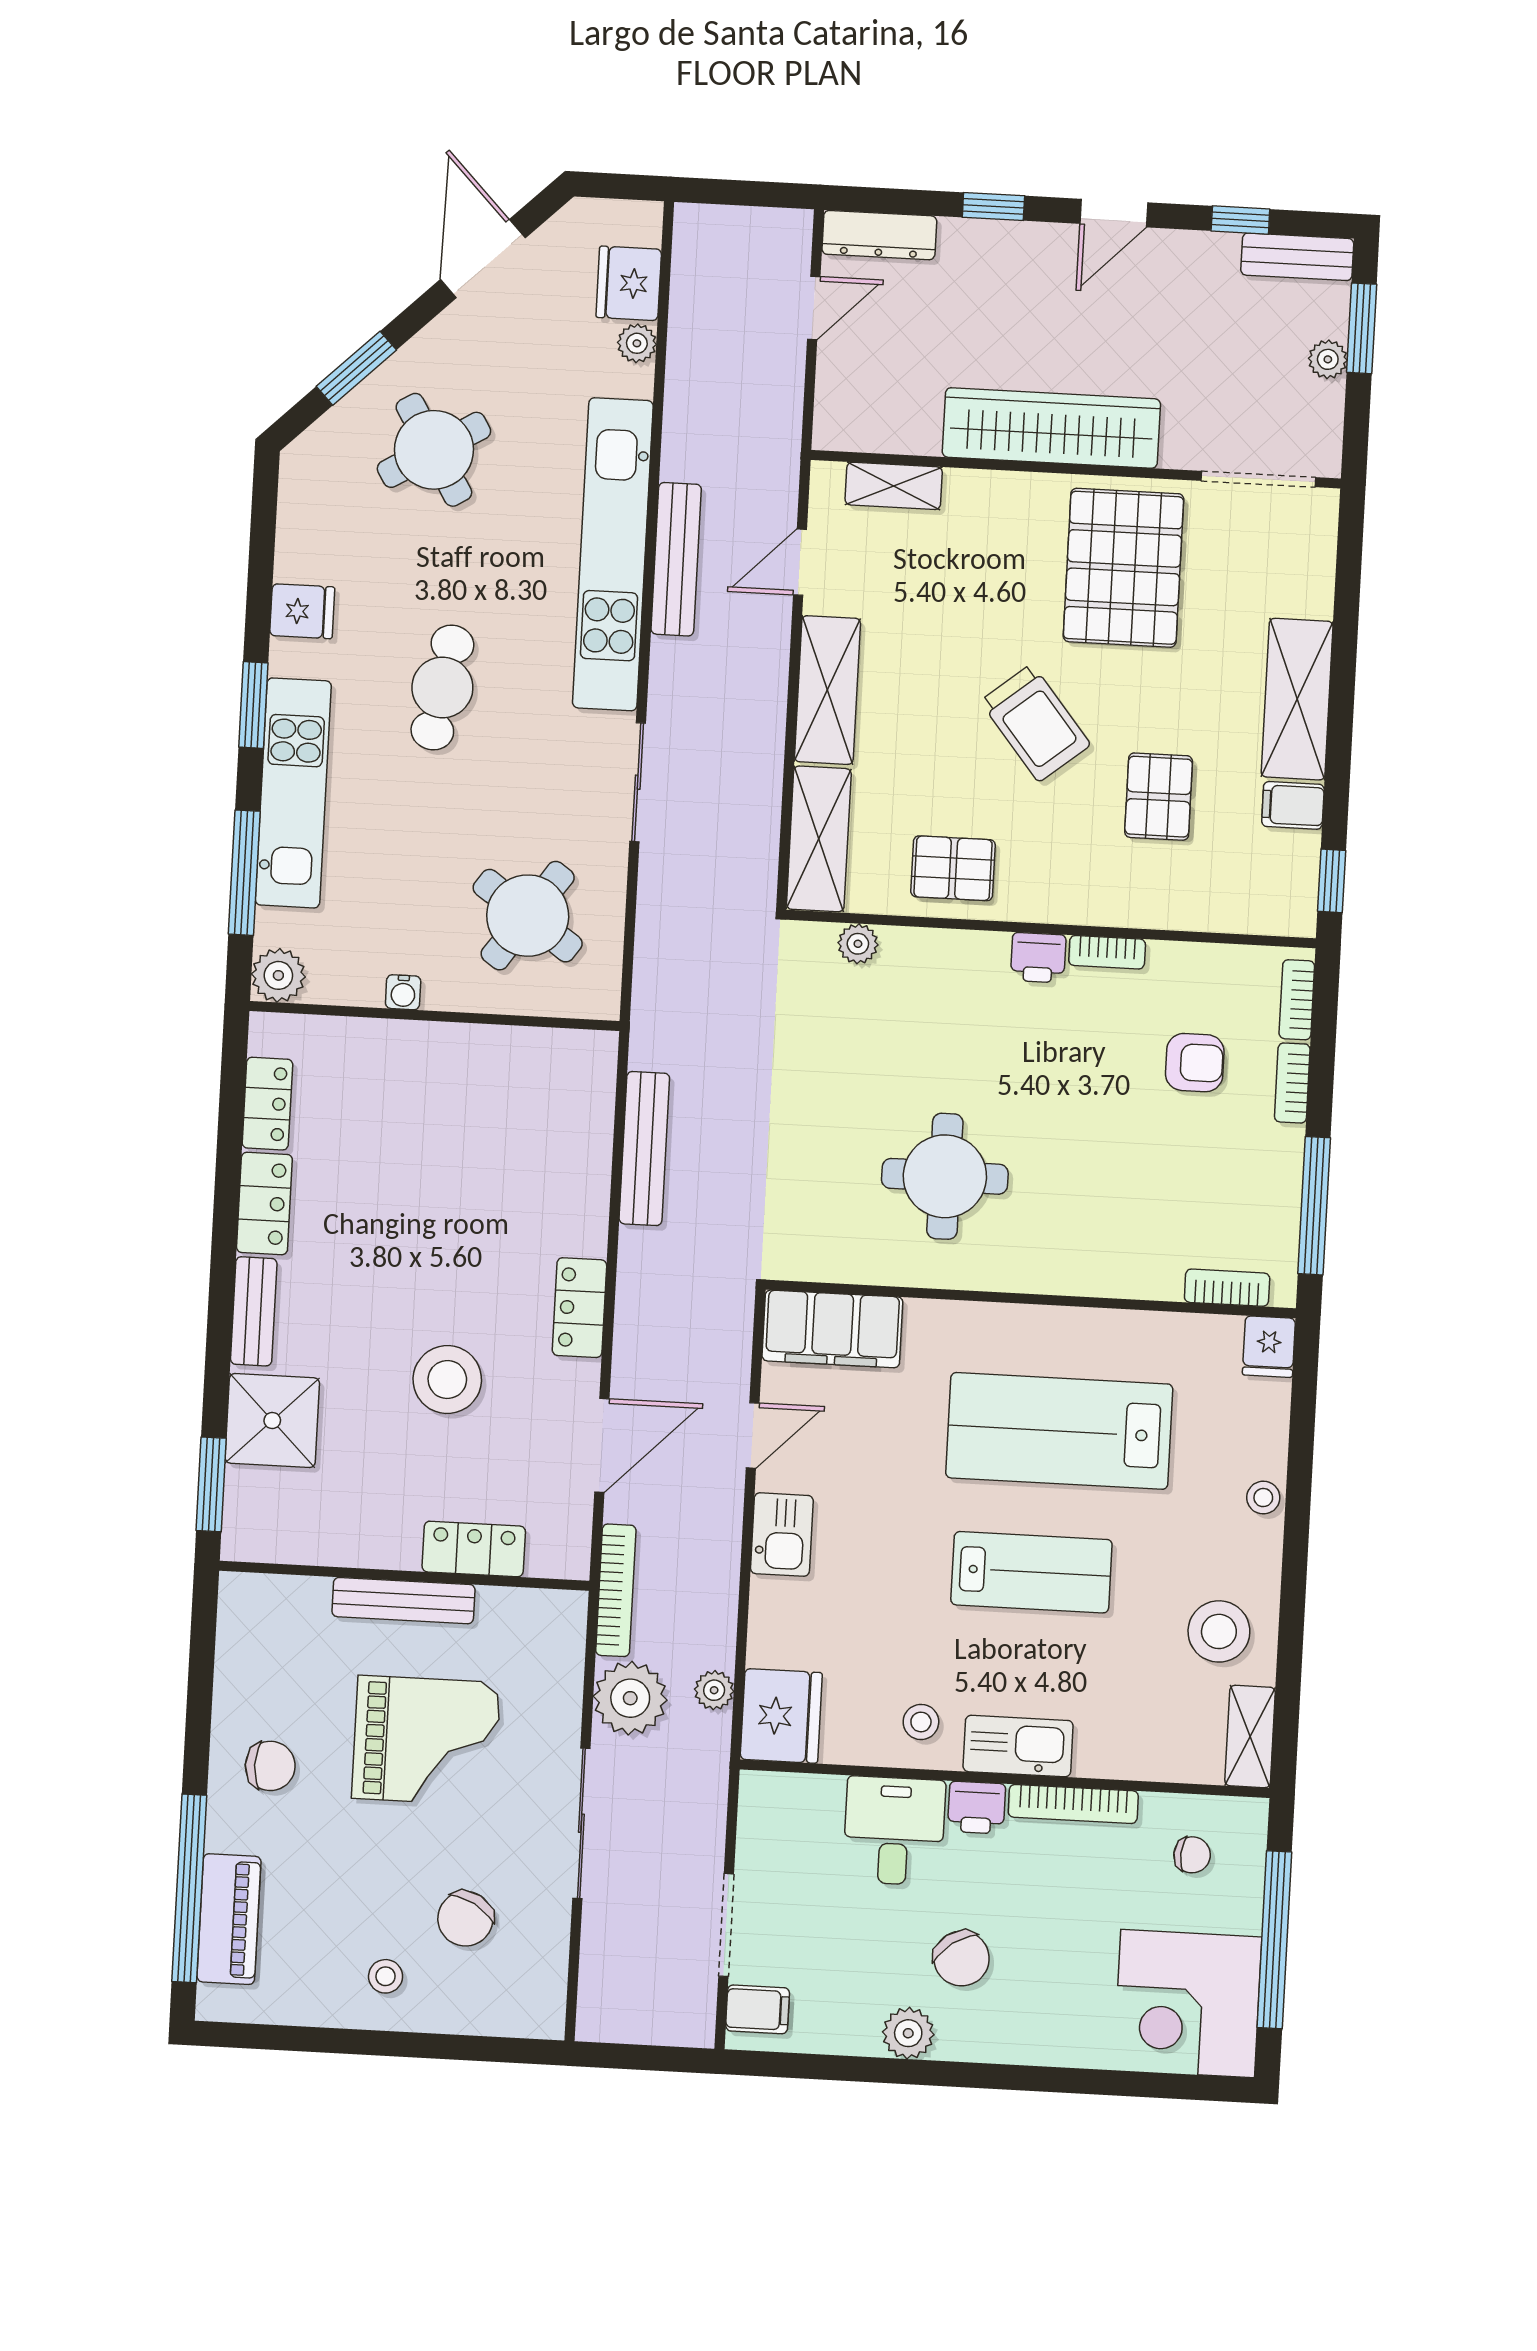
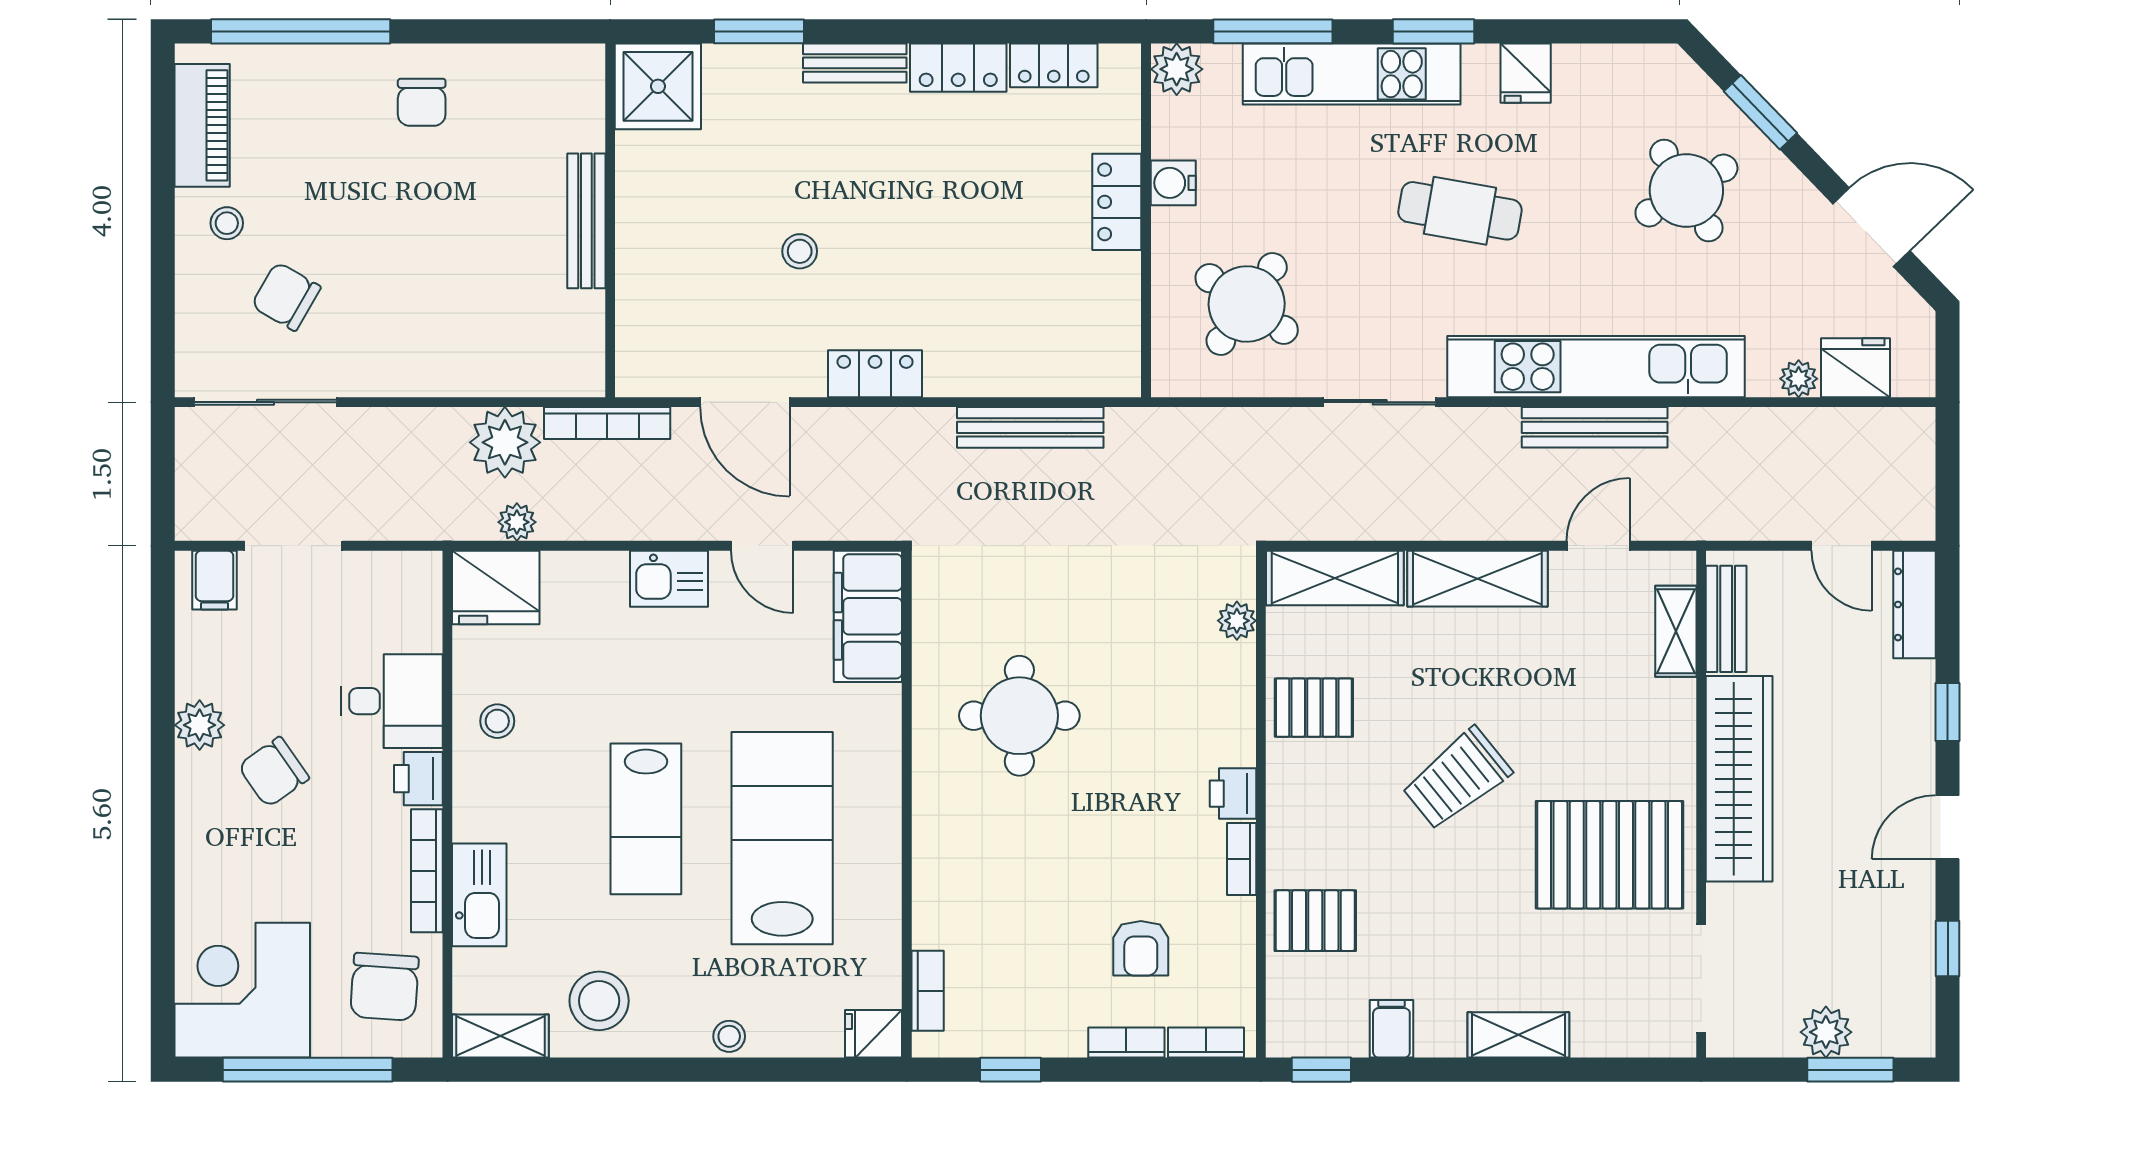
door: (1114, 213) -> (1948, 827), hinge flipped
bench: (1297, 257) -> (1726, 619), moved
plant: (1328, 359) -> (1826, 1032), width x1.38, depth x1.38
door: (800, 562) -> (1598, 546), hinge flipped
shelving: (1297, 699) -> (1518, 1035), width x0.67, depth x0.75
pallet: (1159, 797) -> (1315, 921), moved
pallet: (953, 868) -> (1314, 708), turned 90
water cooler: (403, 992) -> (1173, 183), width x1.38, depth x1.38
window: (1314, 1206) -> (1010, 1070), width x0.46
stool: (447, 1380) -> (800, 251), width x0.53, depth x0.53
shower: (272, 1420) -> (658, 86), moved
window: (211, 1484) -> (759, 31), moved
locker: (474, 1549) -> (1117, 202), moved, turned 180
grand piano: (426, 1740) -> (454, 250), removed
kitchen sink: (1018, 1746) -> (479, 895), moved
sliding door: (581, 1823) -> (265, 402), moved
chair: (1192, 1855) -> (384, 987), width x1.87, depth x1.87
piano: (229, 1919) -> (202, 125), moved, turned -90

